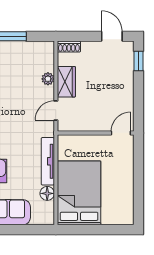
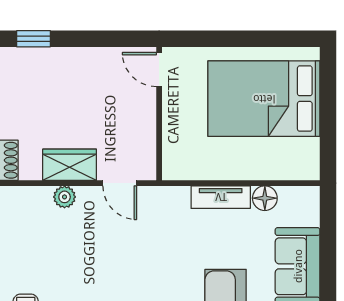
tv unit: (48, 161) -> (221, 197), width x0.71
bed: (79, 193) -> (264, 99), moved

